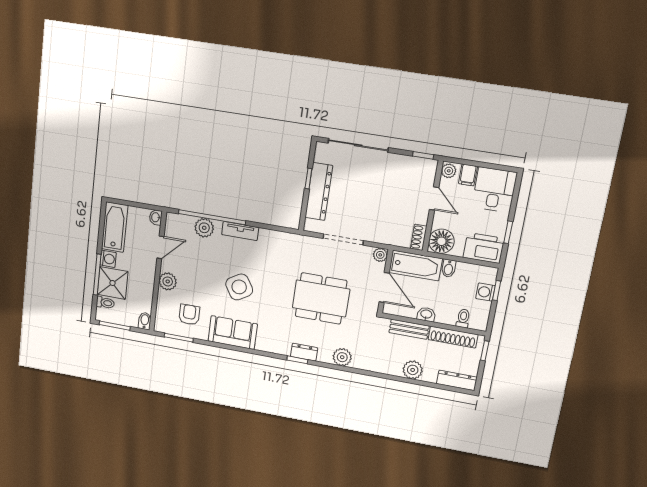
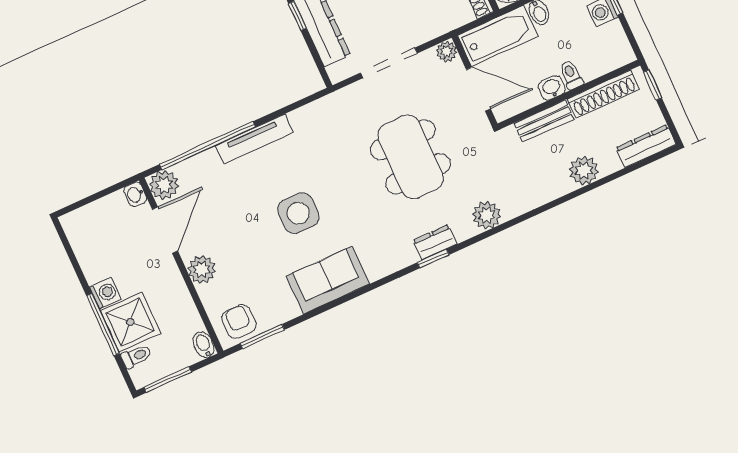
bathtub: (115, 227) -> (89, 244), removed
plant: (204, 228) -> (164, 185), moved
tv unit: (240, 231) -> (254, 139), width x1.41
door: (160, 247) -> (165, 230), width x1.38
side table: (239, 287) -> (298, 213), turned 32
dining table: (321, 298) -> (410, 157), turned 90
armchair: (189, 315) -> (239, 322), moved
toilet: (463, 318) -> (571, 75), moved

